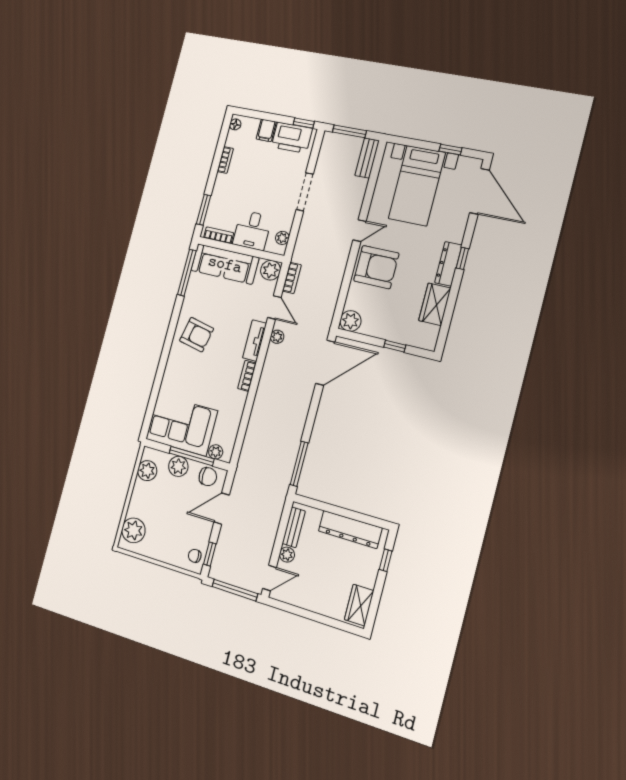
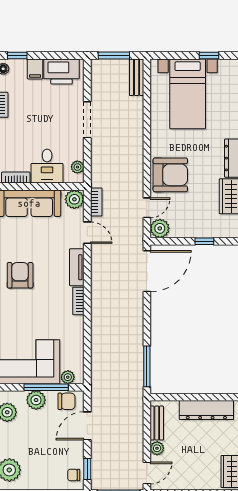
window: (304, 123) -> (17, 56), moved
door: (360, 231) -> (147, 208), moved
armchair: (197, 335) -> (20, 275), turned -102
plant: (277, 337) -> (97, 259), removed

